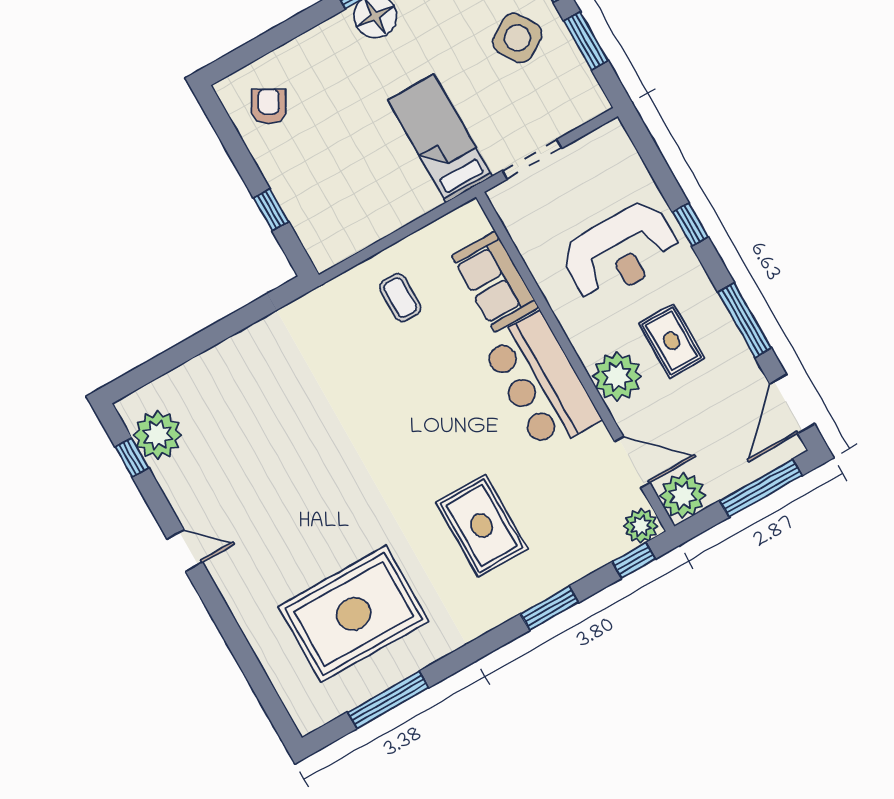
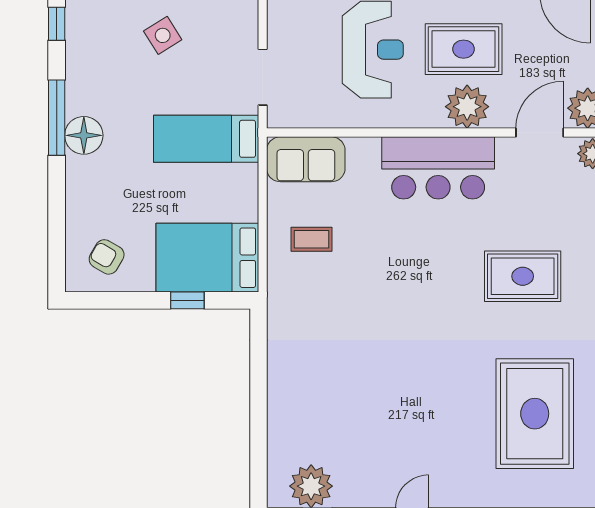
side table: (517, 38) -> (163, 35), width x0.73, depth x0.73
bed: (324, 206) -> (207, 258), added
sofa: (495, 282) -> (306, 159), moved
rug: (672, 341) -> (464, 49), width x1.36, depth x1.43

